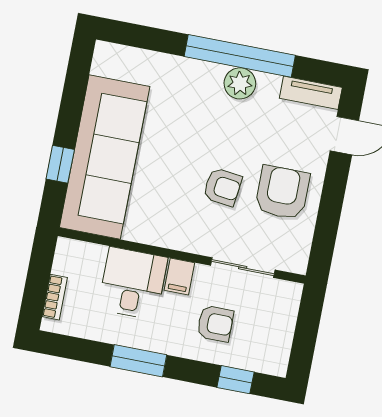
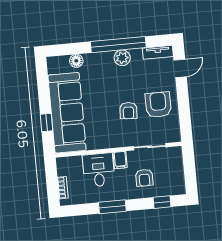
floor lamp: (151, 64) -> (76, 61), added
armchair: (222, 187) -> (128, 111), turned 87
armchair: (215, 324) -> (144, 178), turned 90

